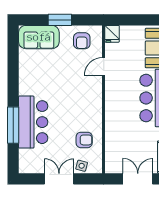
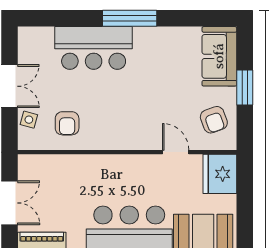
fridge: (112, 34) -> (220, 174), width x1.88, depth x1.34
armchair: (82, 41) -> (214, 120), turned -110
window: (13, 125) -> (130, 18), moved

